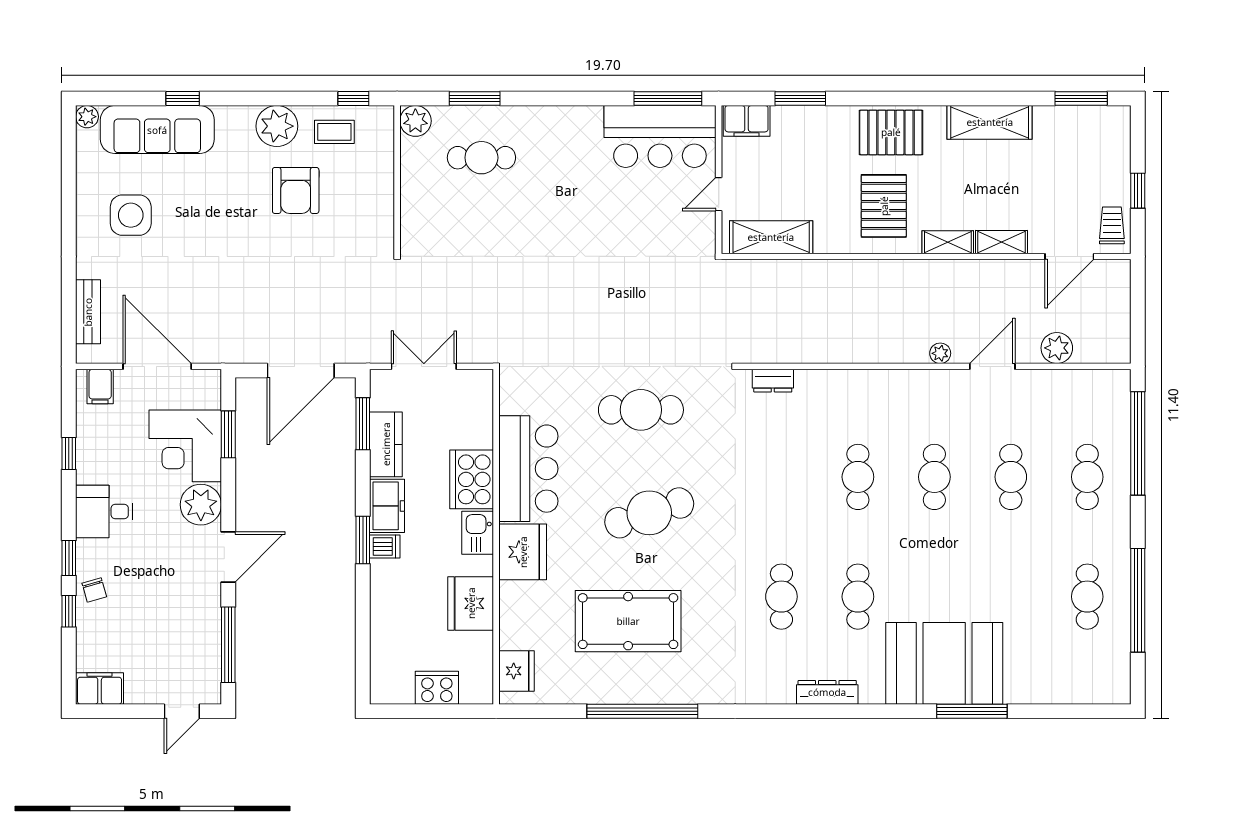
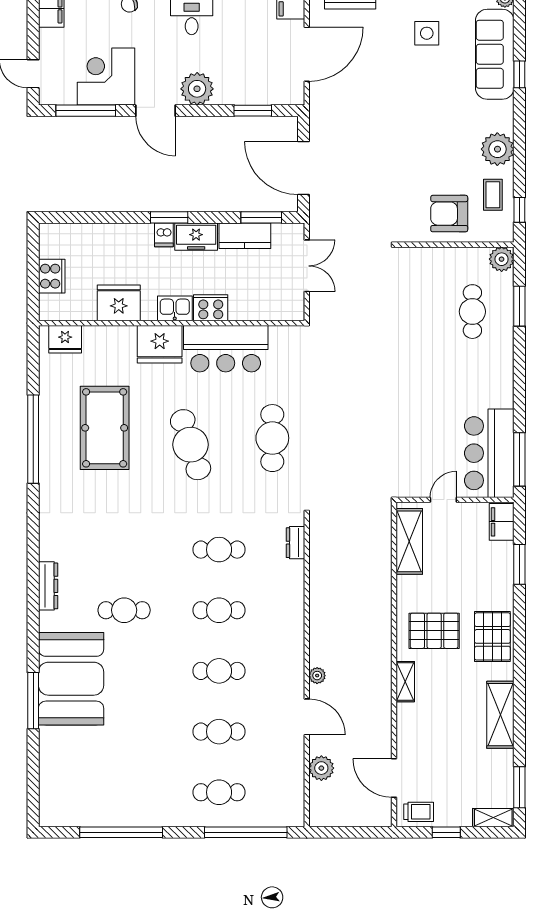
armchair: (296, 190) -> (449, 214), moved
door: (719, 194) -> (443, 500), hinge flipped
side table: (131, 215) -> (427, 33), width x0.73, depth x0.73
shelving: (1002, 242) -> (493, 818), moved, turned 90
corner desk: (185, 446) -> (106, 76), moved
cooker: (472, 479) -> (211, 308), width x0.73, depth x0.76
cafe table: (781, 597) -> (219, 550), moved
cafe table: (1087, 597) -> (124, 792), removed

